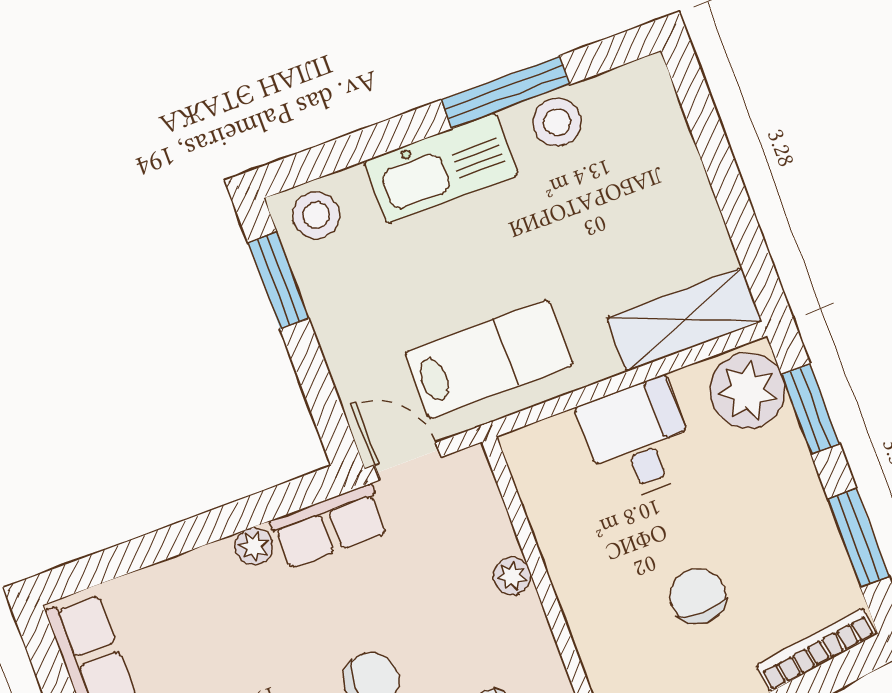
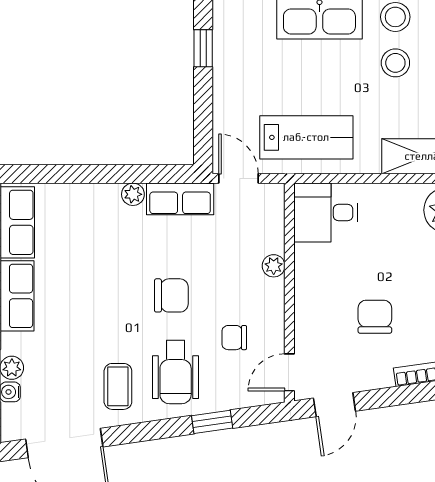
stool: (316, 215) -> (395, 63), moved
window: (278, 281) -> (203, 48), width x0.67
desk: (638, 440) -> (326, 212), moved, turned -90

